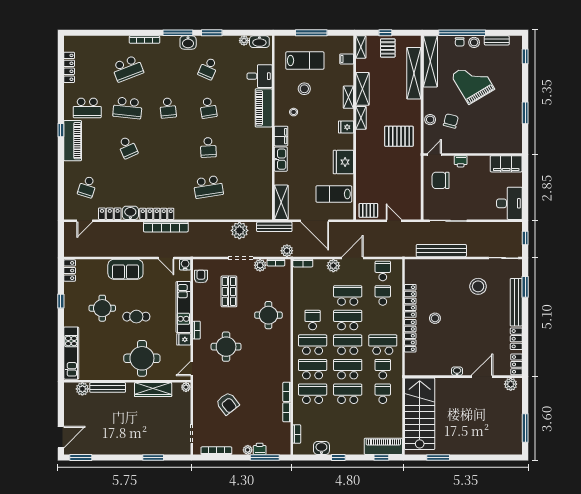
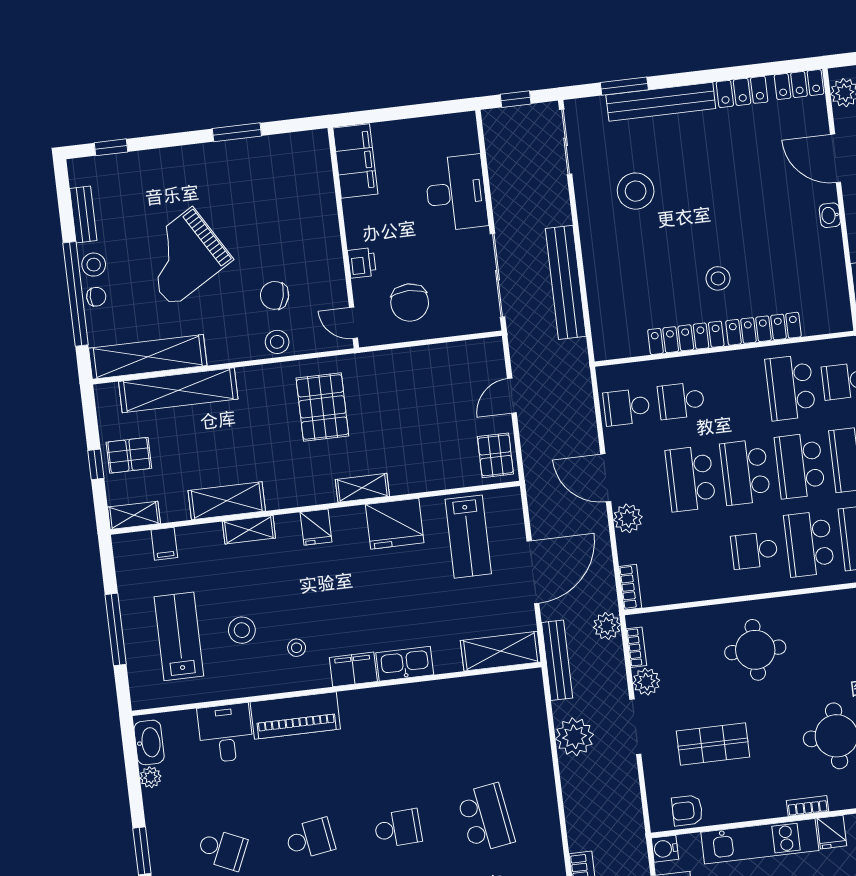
shelving: (361, 118) -> (362, 488), moved
desk: (509, 203) -> (456, 193), moved, turned 90

